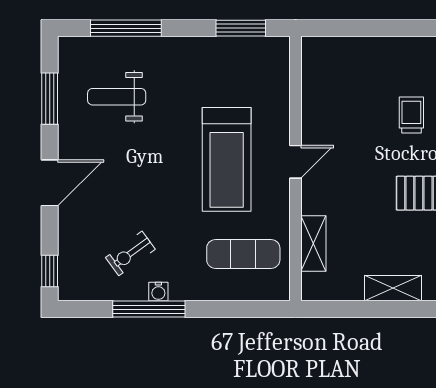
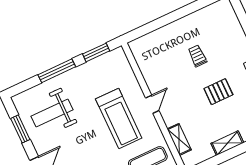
window: (126, 28) -> (57, 71), moved
weight bench: (117, 97) -> (52, 113), width x1.36, depth x1.33

